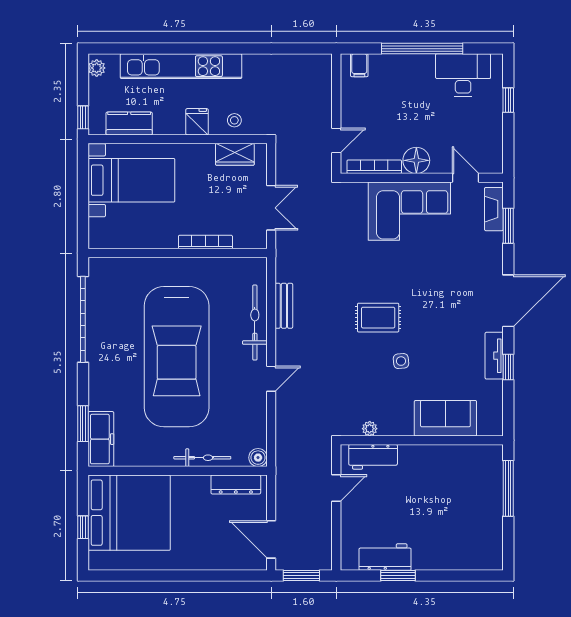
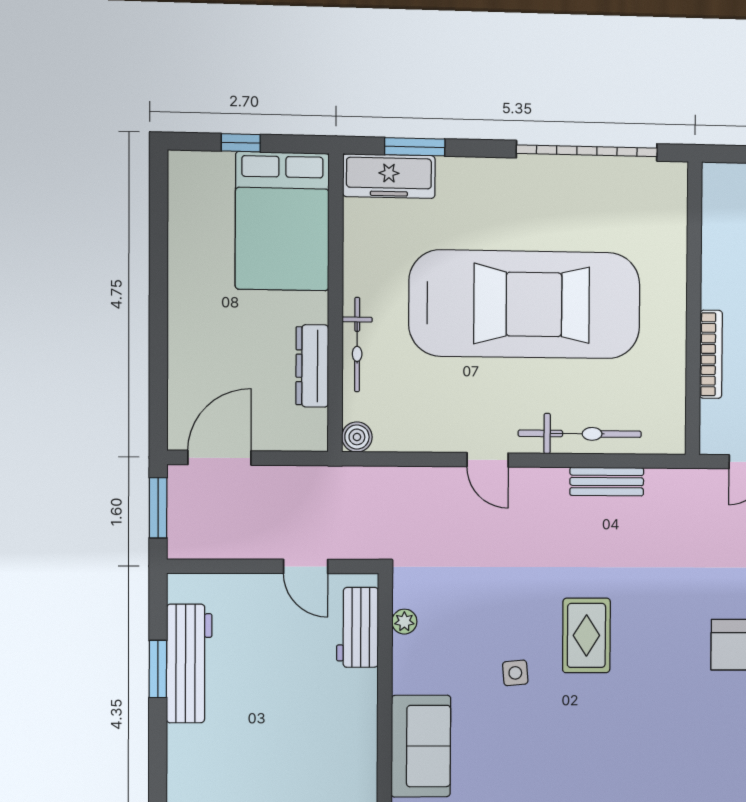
car: (177, 357) -> (525, 304), turned 180
dresser: (236, 484) -> (312, 366), moved
bed: (129, 513) -> (282, 221), width x0.73
workbench: (385, 557) -> (189, 664), width x1.38

